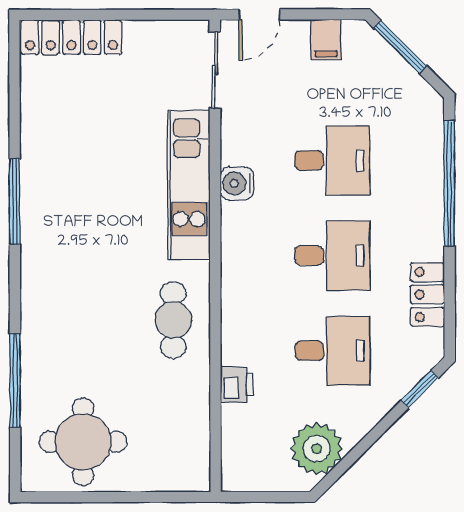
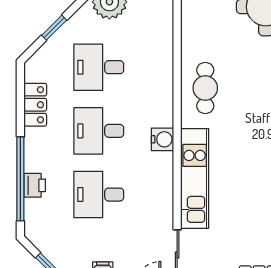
water cooler: (237, 183) -> (162, 139), moved
printer: (237, 385) -> (35, 185), moved, turned 180
window: (420, 389) -> (54, 28), moved

